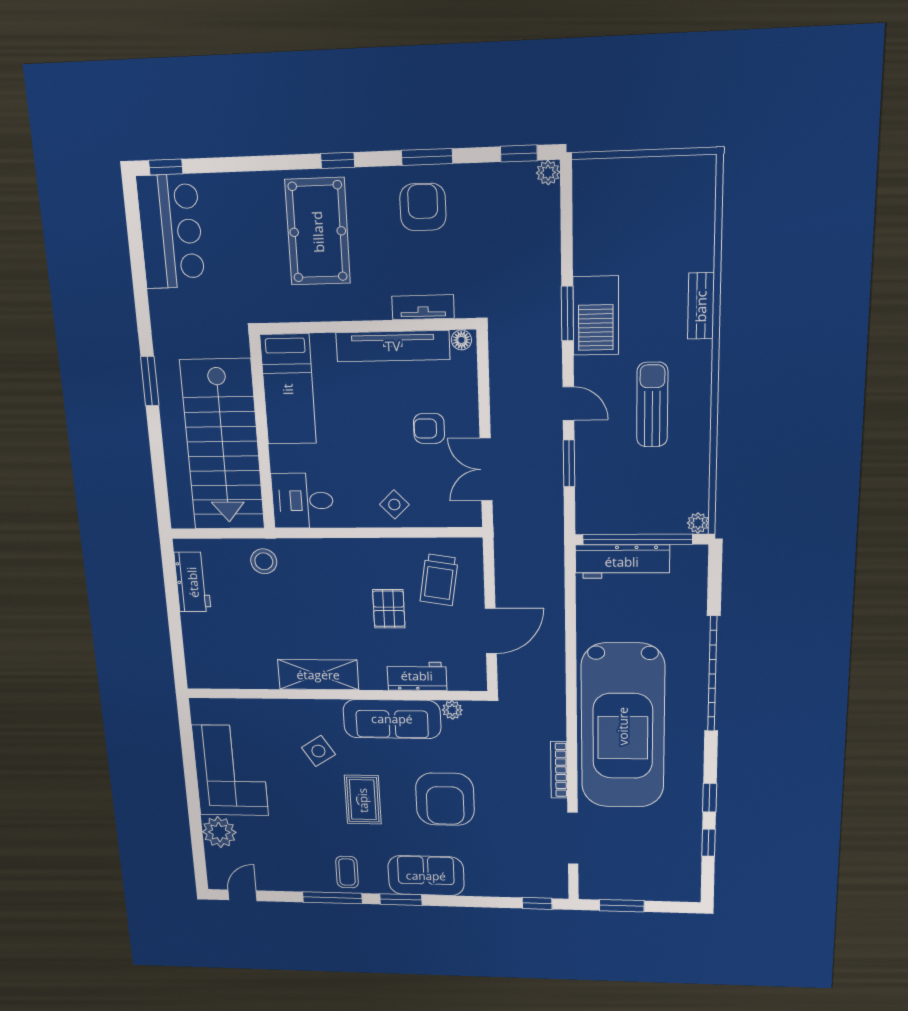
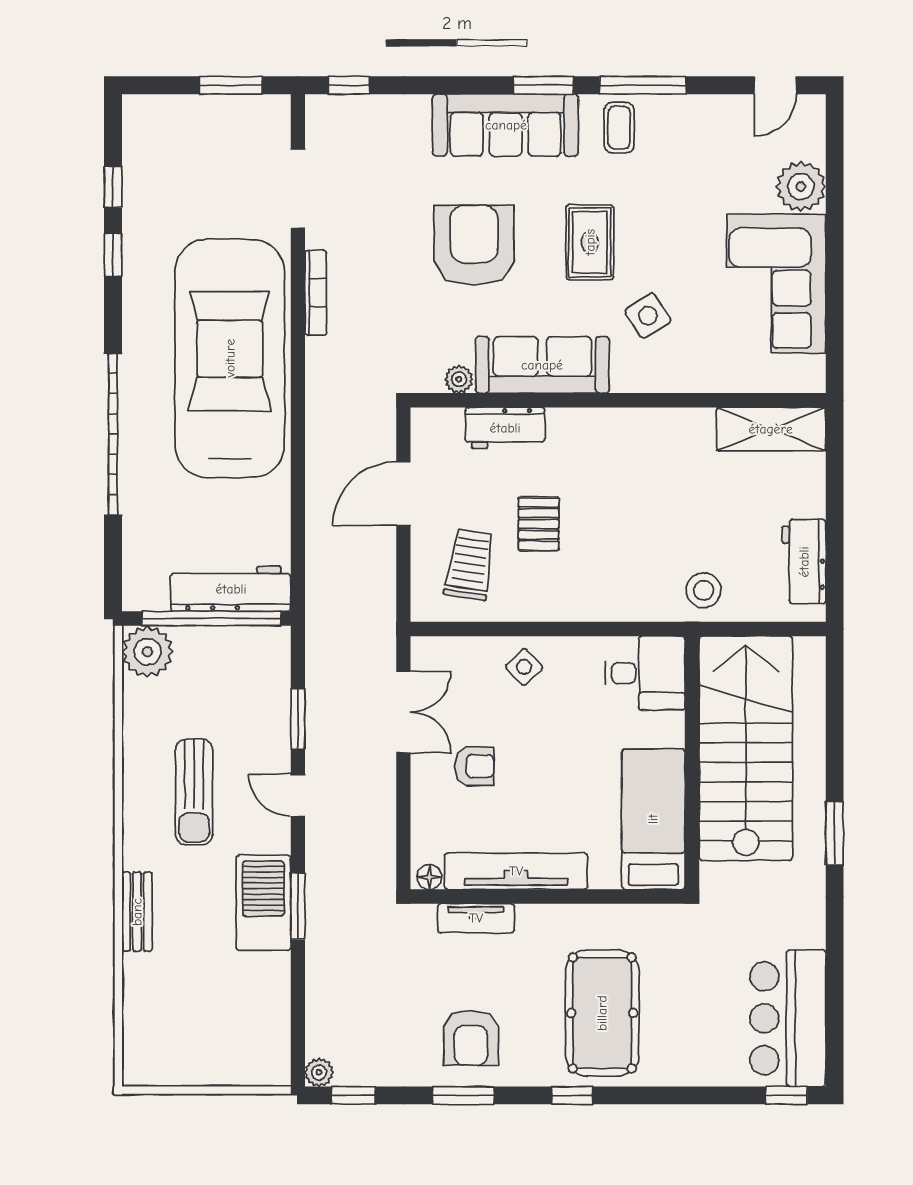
plant: (698, 523) -> (147, 652), width x1.88, depth x1.88
shelving: (318, 675) -> (771, 429), moved
sofa: (426, 876) -> (506, 125), width x1.36

